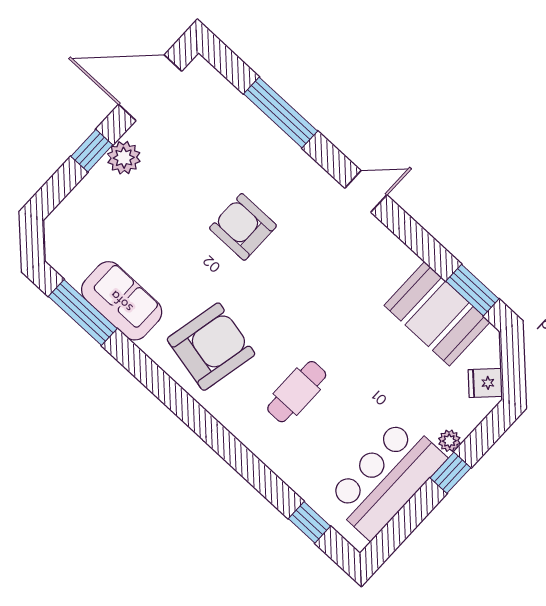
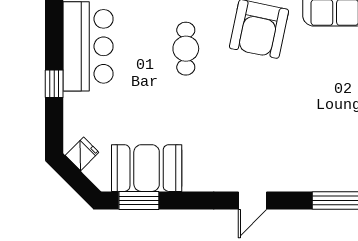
armchair: (243, 227) -> (304, 115), removed
plant: (449, 441) -> (72, 102), removed

